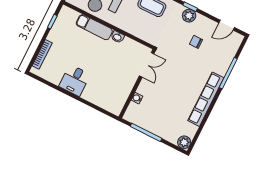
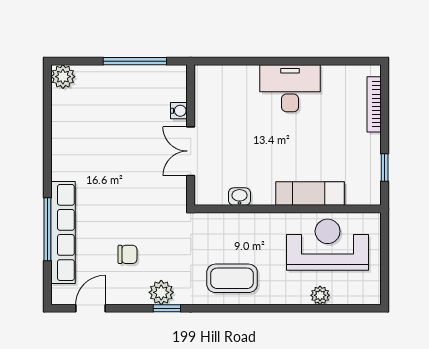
washbasin: (117, 37) -> (239, 197), moved
double door: (147, 65) -> (191, 151), moved
desk: (75, 80) -> (290, 88), width x1.37
row of seats: (206, 99) -> (63, 232), moved

